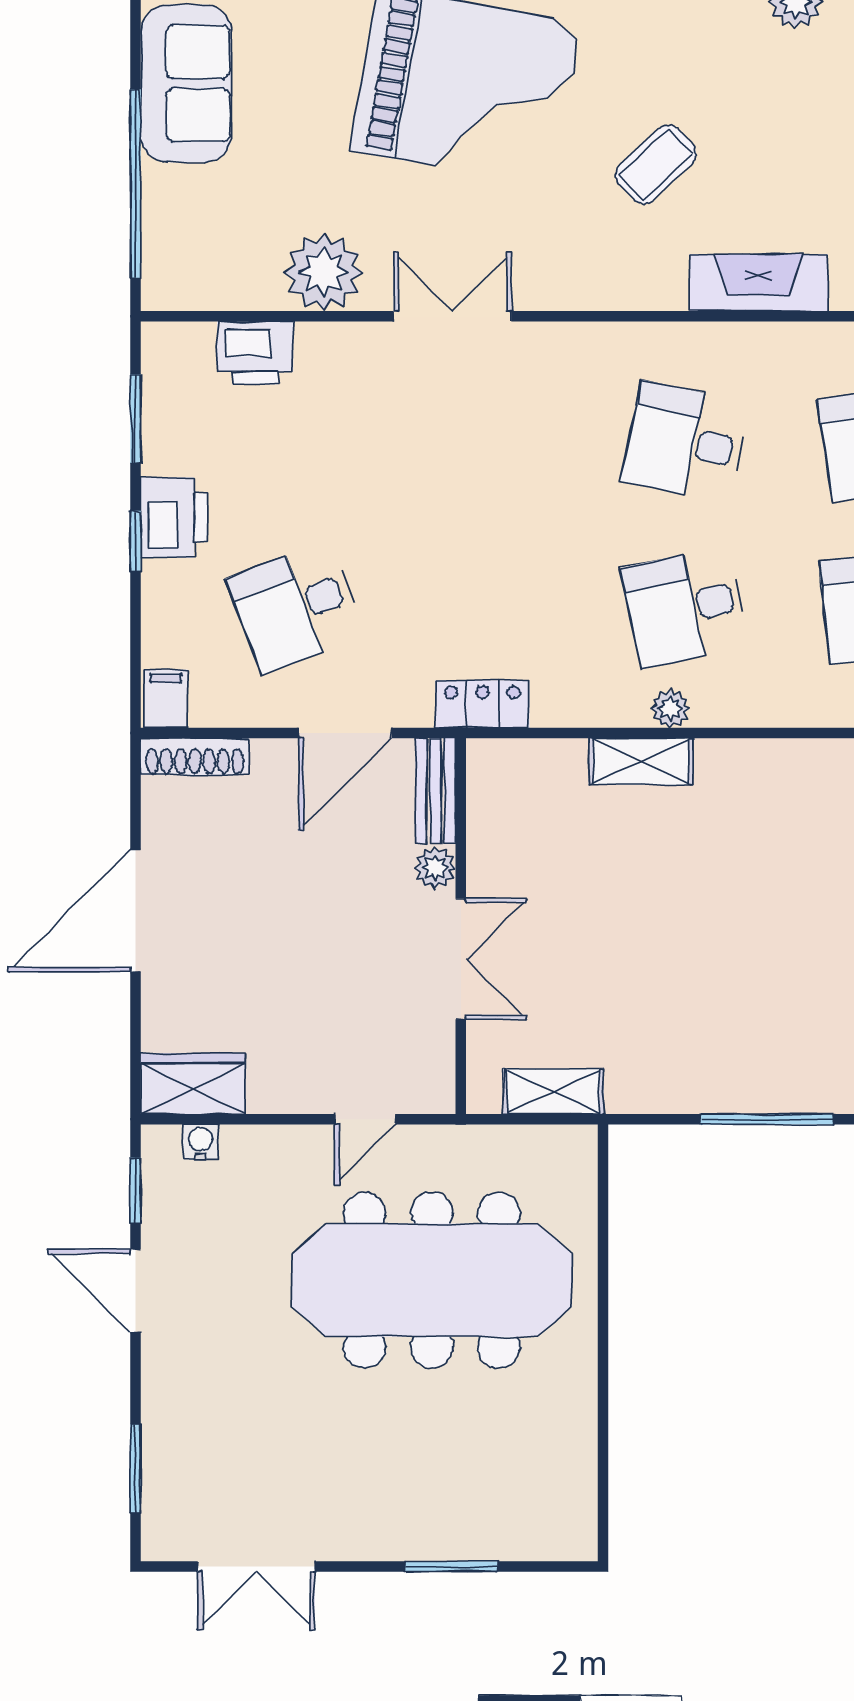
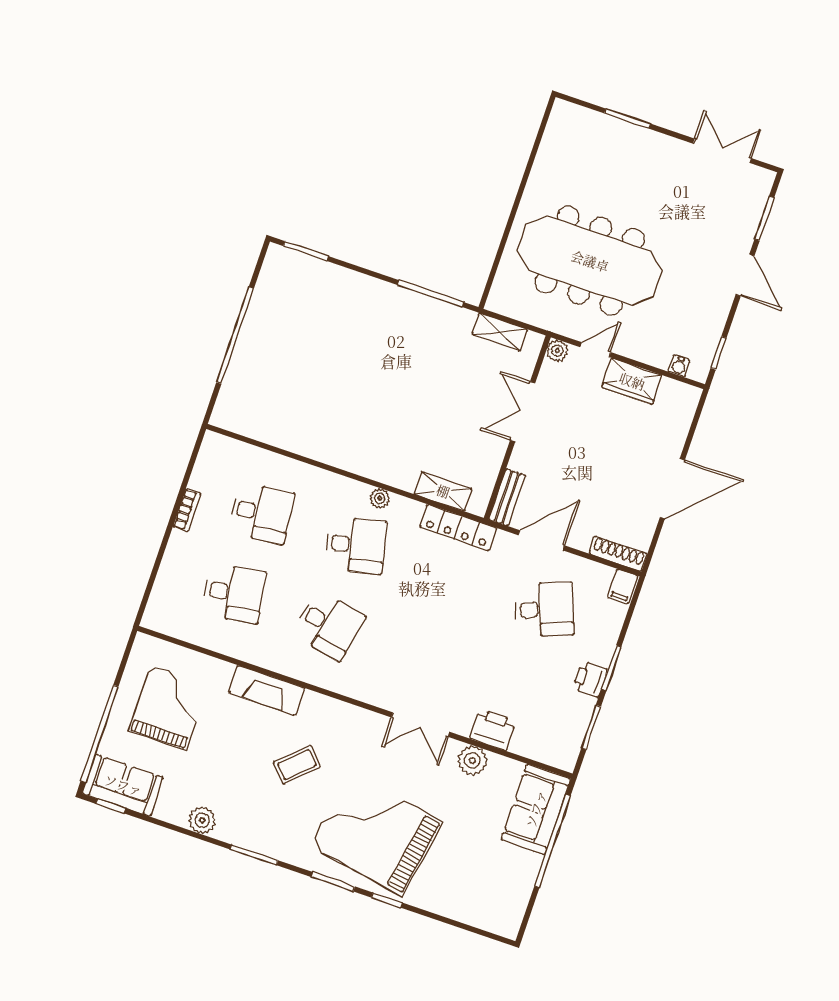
sofa: (186, 83) -> (536, 809), moved
plant: (324, 272) -> (472, 760), width x0.73, depth x0.73
printer: (255, 353) -> (493, 729), moved
printer: (174, 518) -> (590, 679), width x0.73, depth x0.81
window: (136, 541) -> (611, 668), width x1.50
locker: (482, 704) -> (458, 528), width x1.53
shelving: (641, 762) -> (443, 491), moved
plant: (435, 868) -> (557, 351), moved
wardrobe: (193, 1084) -> (632, 381), moved
window: (767, 1119) -> (430, 293), moved
door: (136, 1290) -> (745, 275), moved

